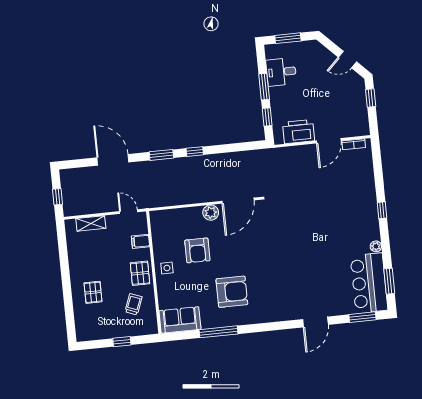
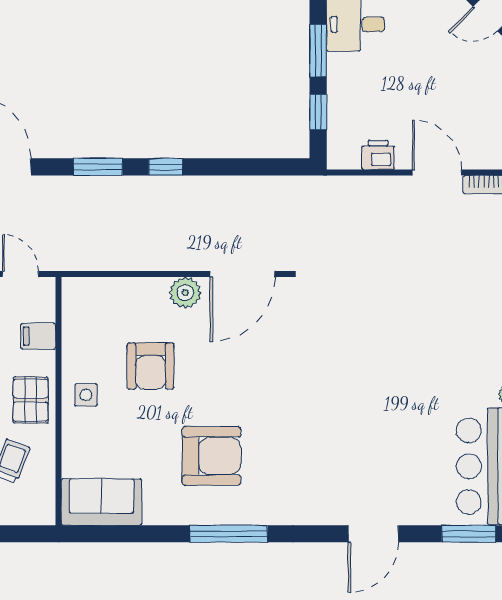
printer: (299, 132) -> (378, 155), width x0.53, depth x0.68
door: (329, 141) -> (437, 172), swing flipped
window: (218, 332) -> (229, 534), moved

